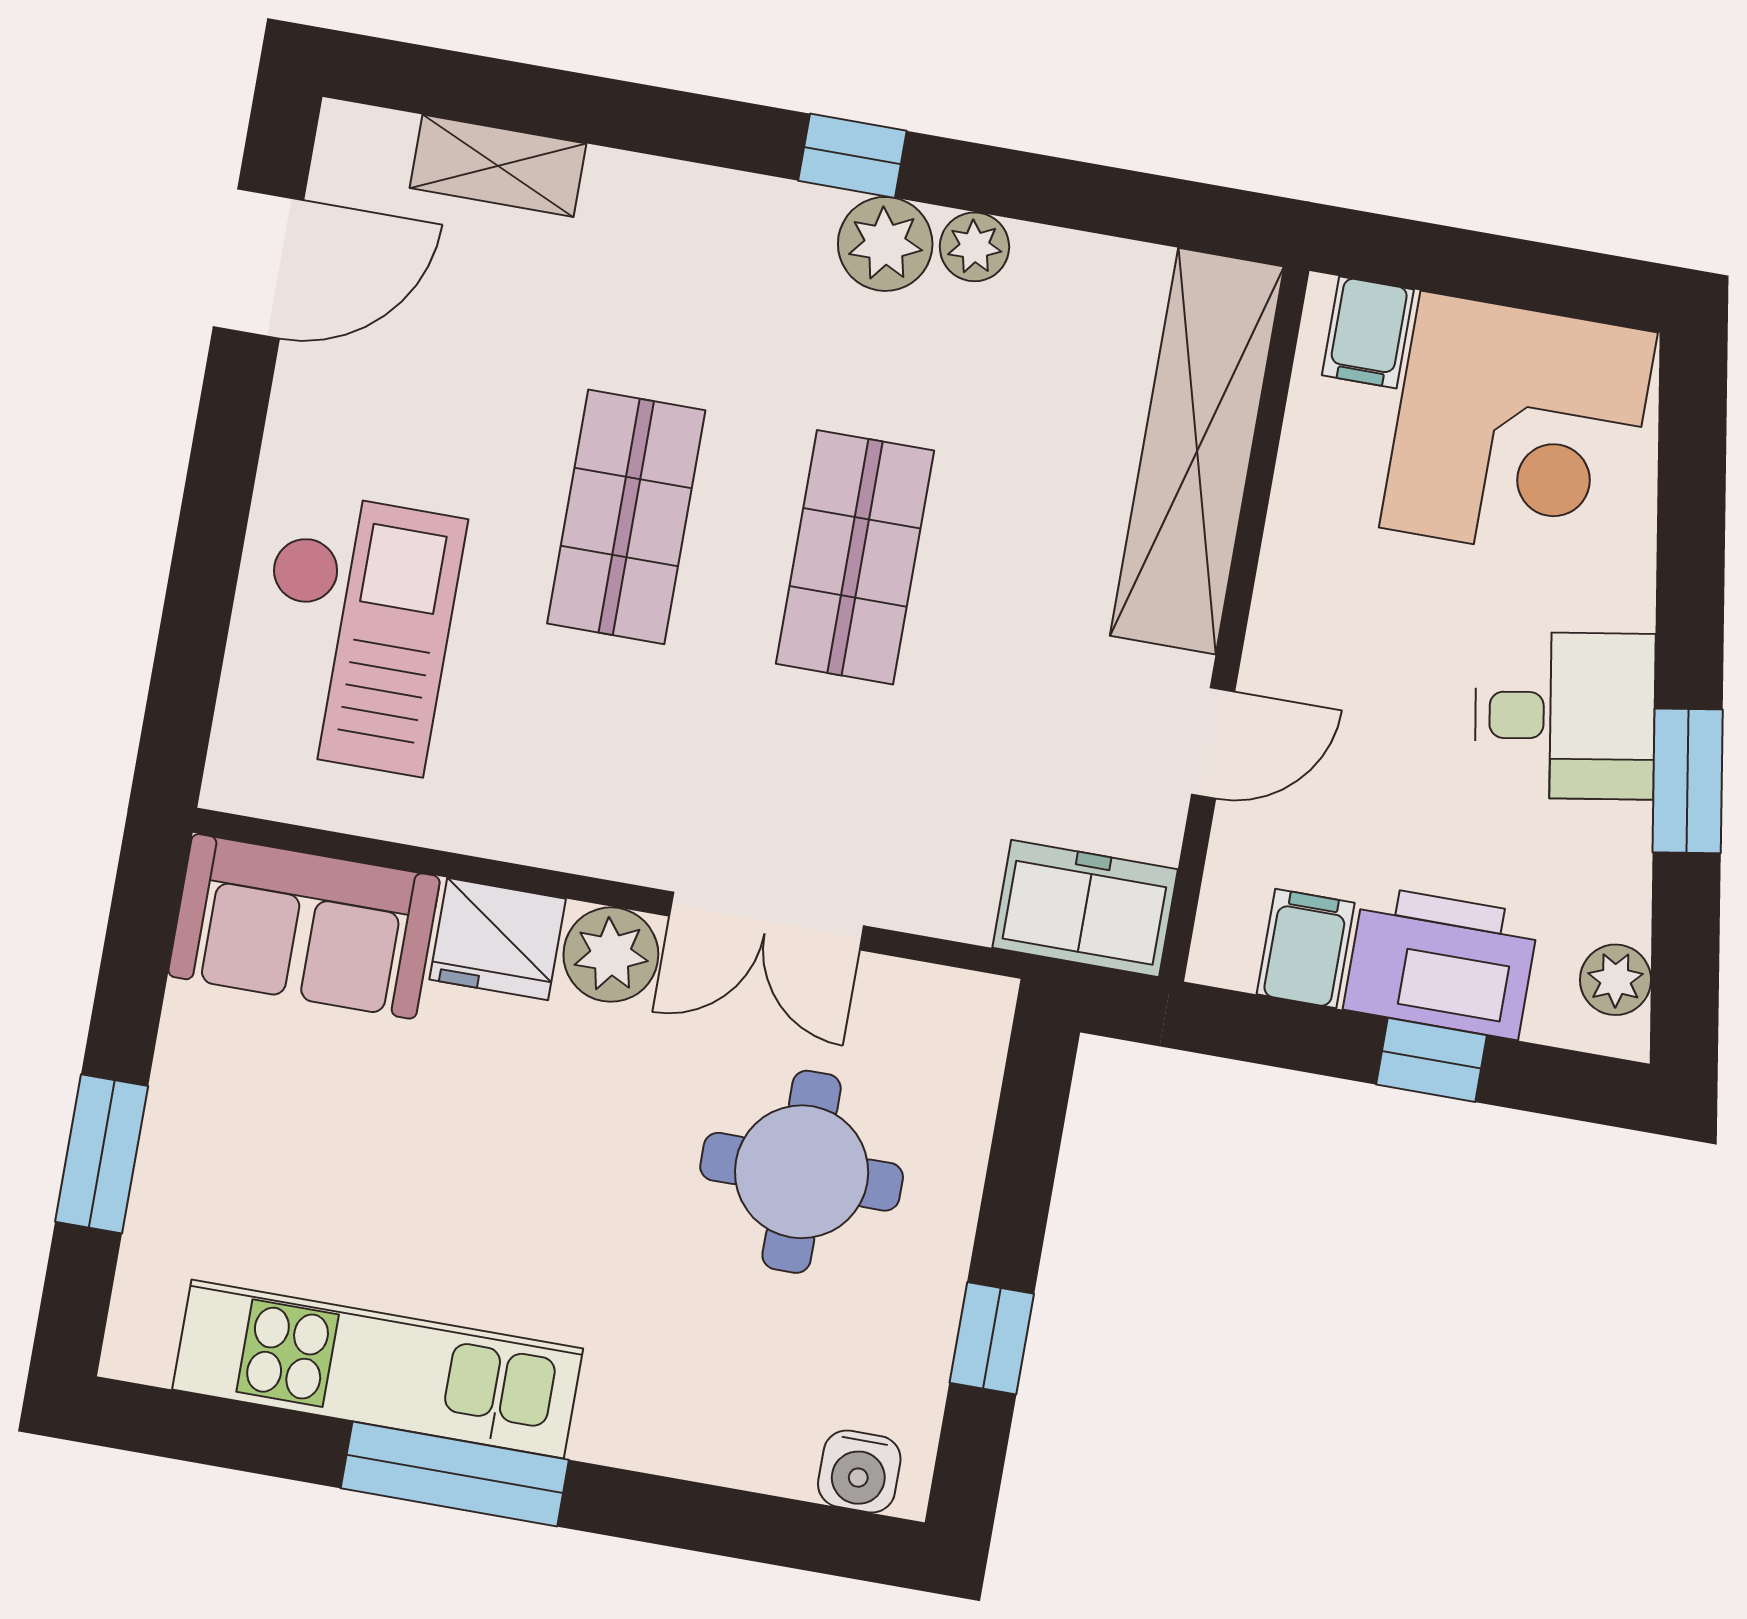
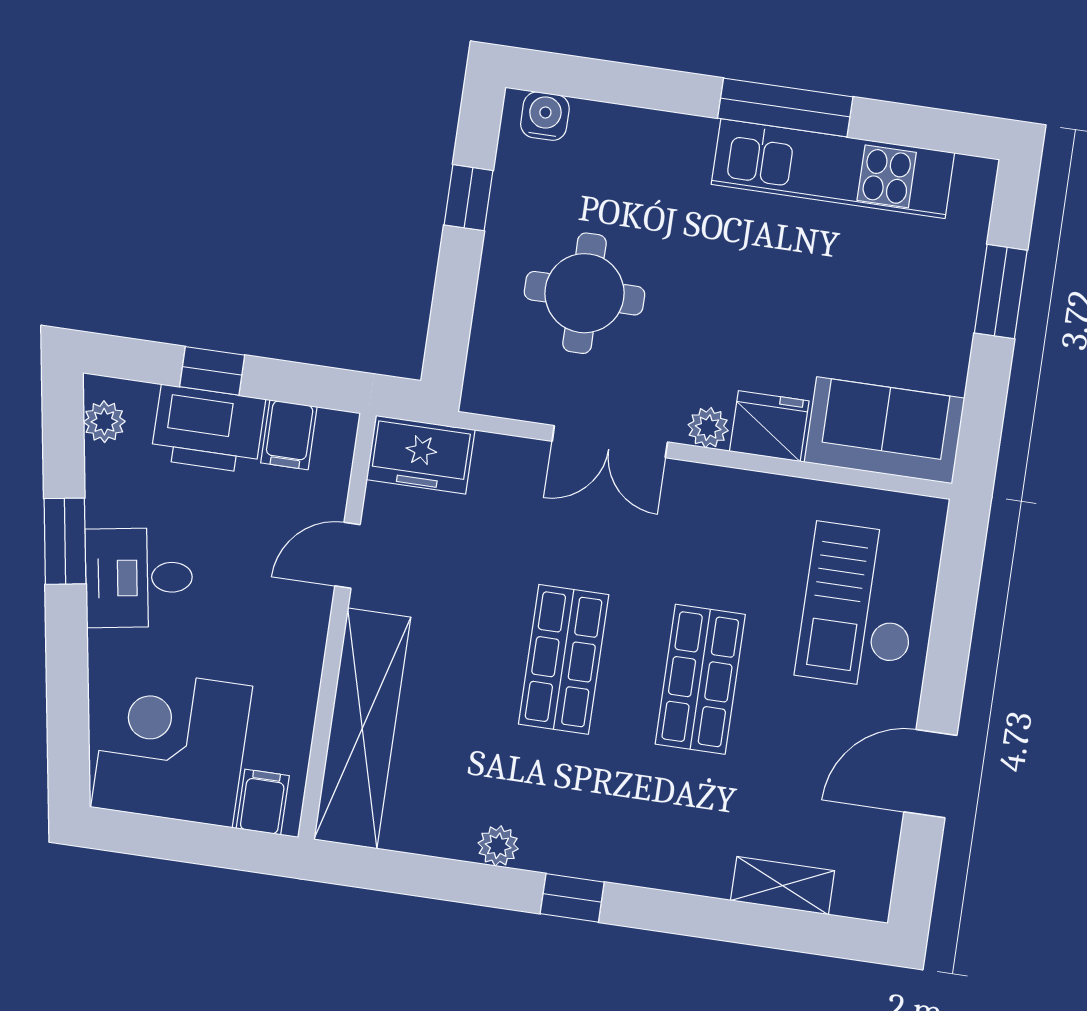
plant: (885, 244) -> (551, 846), removed
door: (259, 264) -> (930, 774), moved
double door: (766, 921) -> (610, 442), swing flipped
plant: (611, 955) -> (708, 428), width x0.73, depth x0.73

